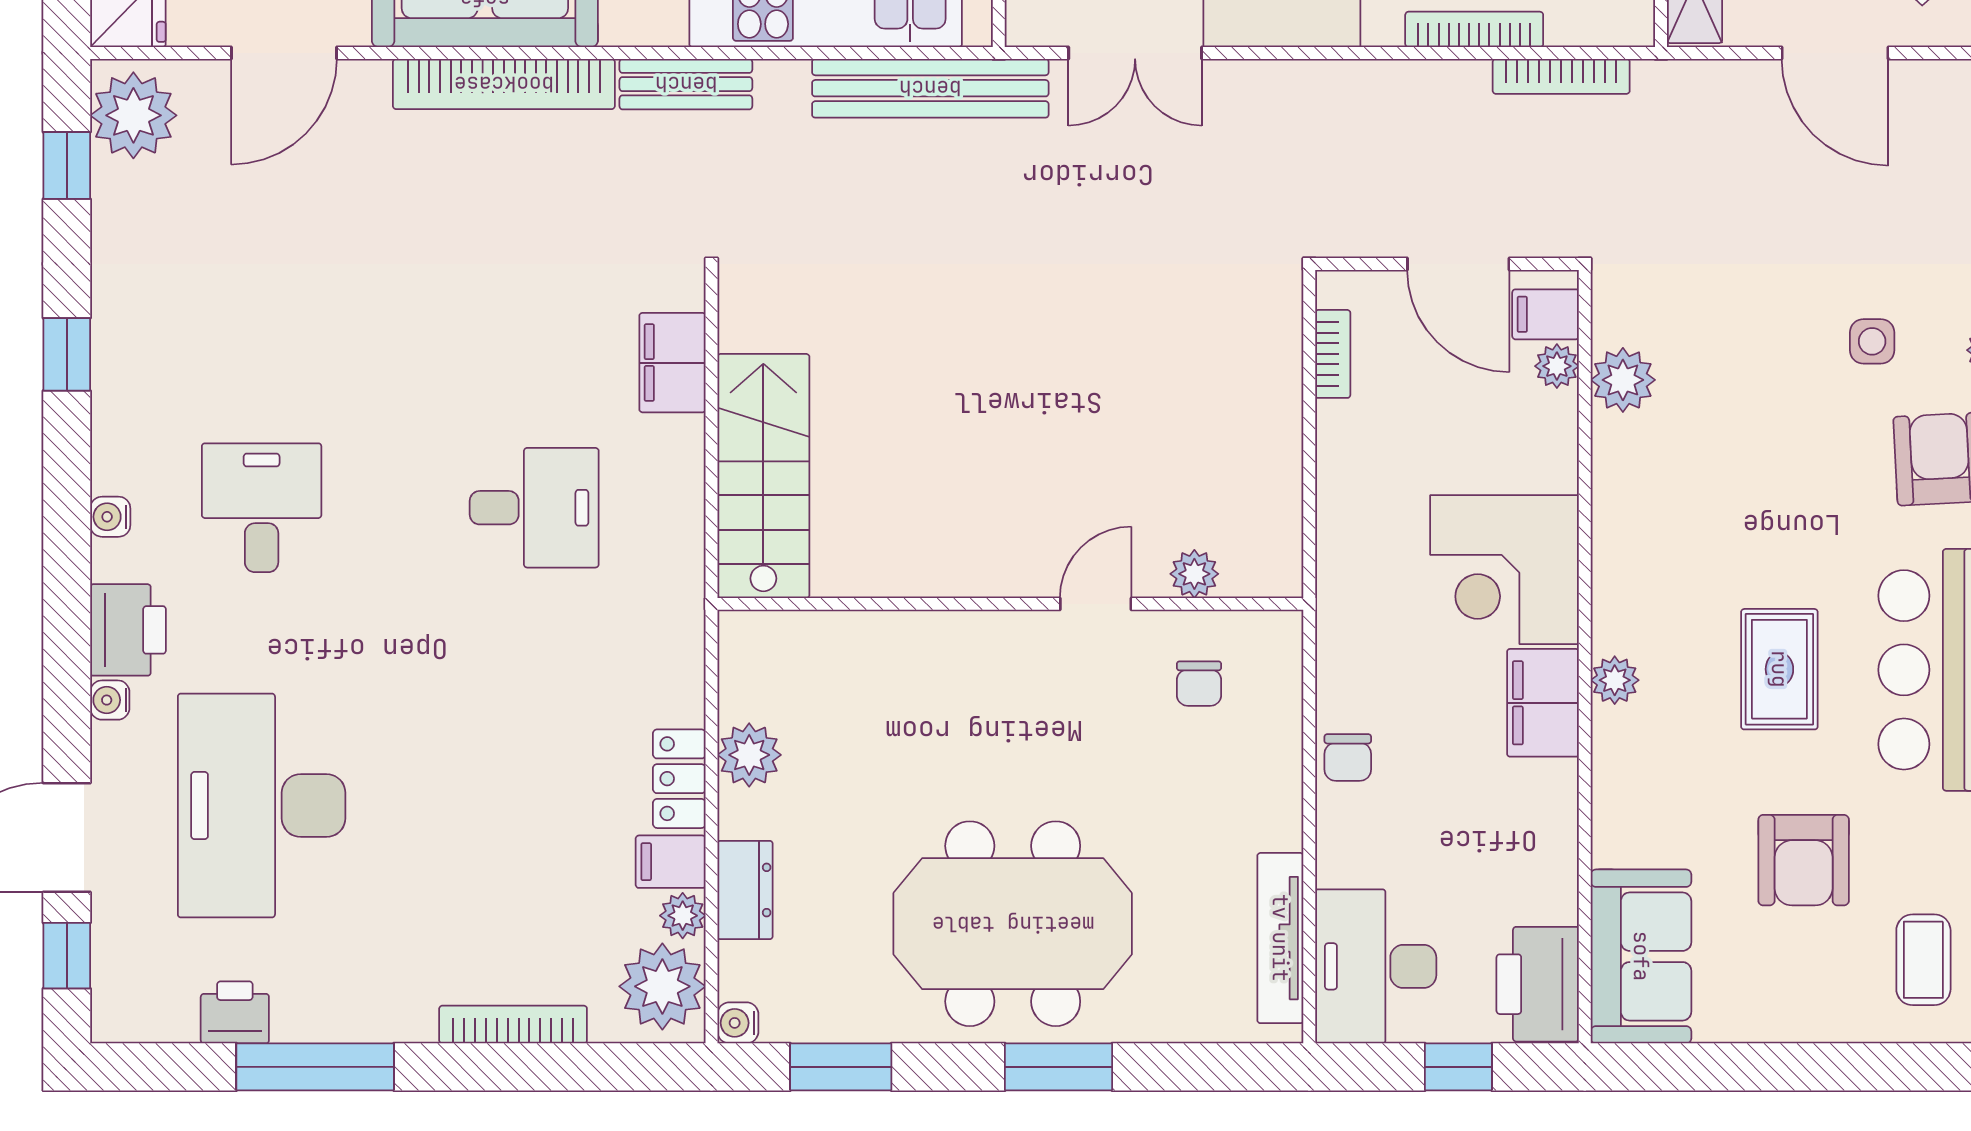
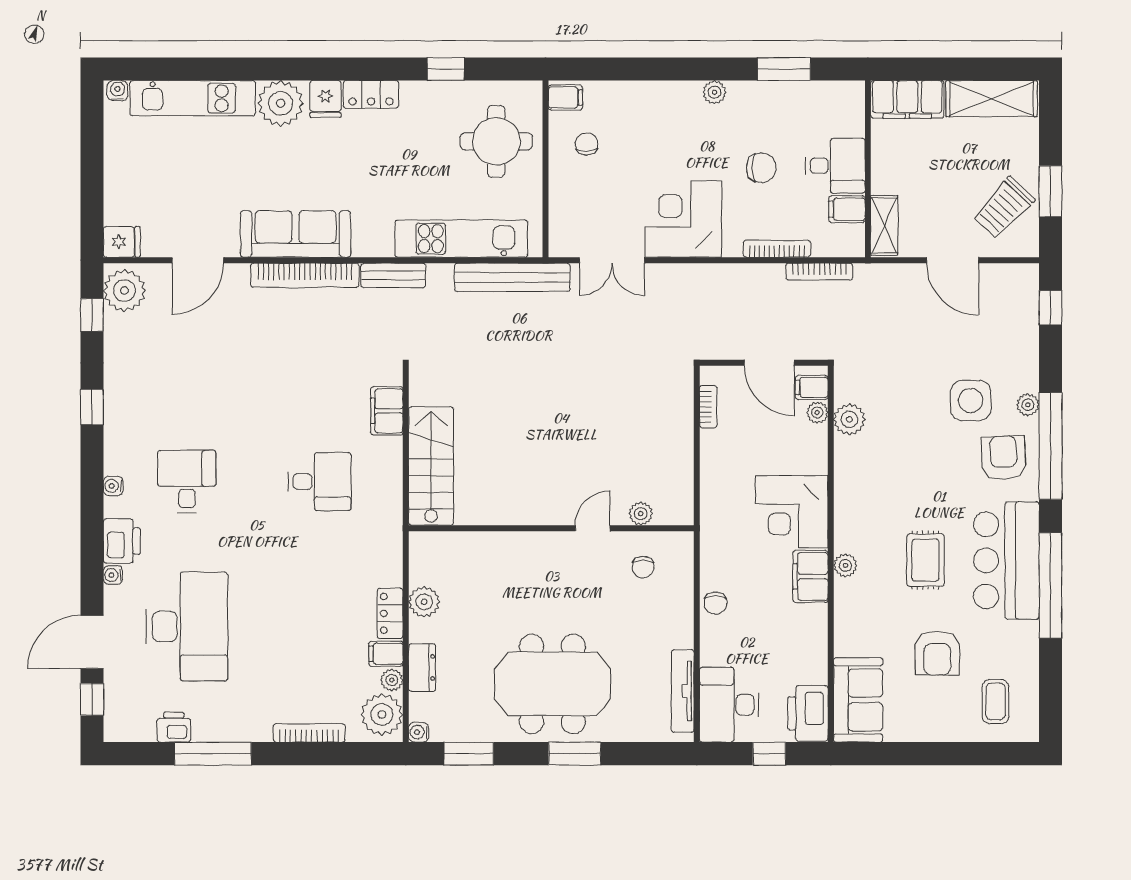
side table: (1872, 341) -> (971, 401), width x1.87, depth x1.87
desk: (262, 806) -> (187, 626), turned 180

